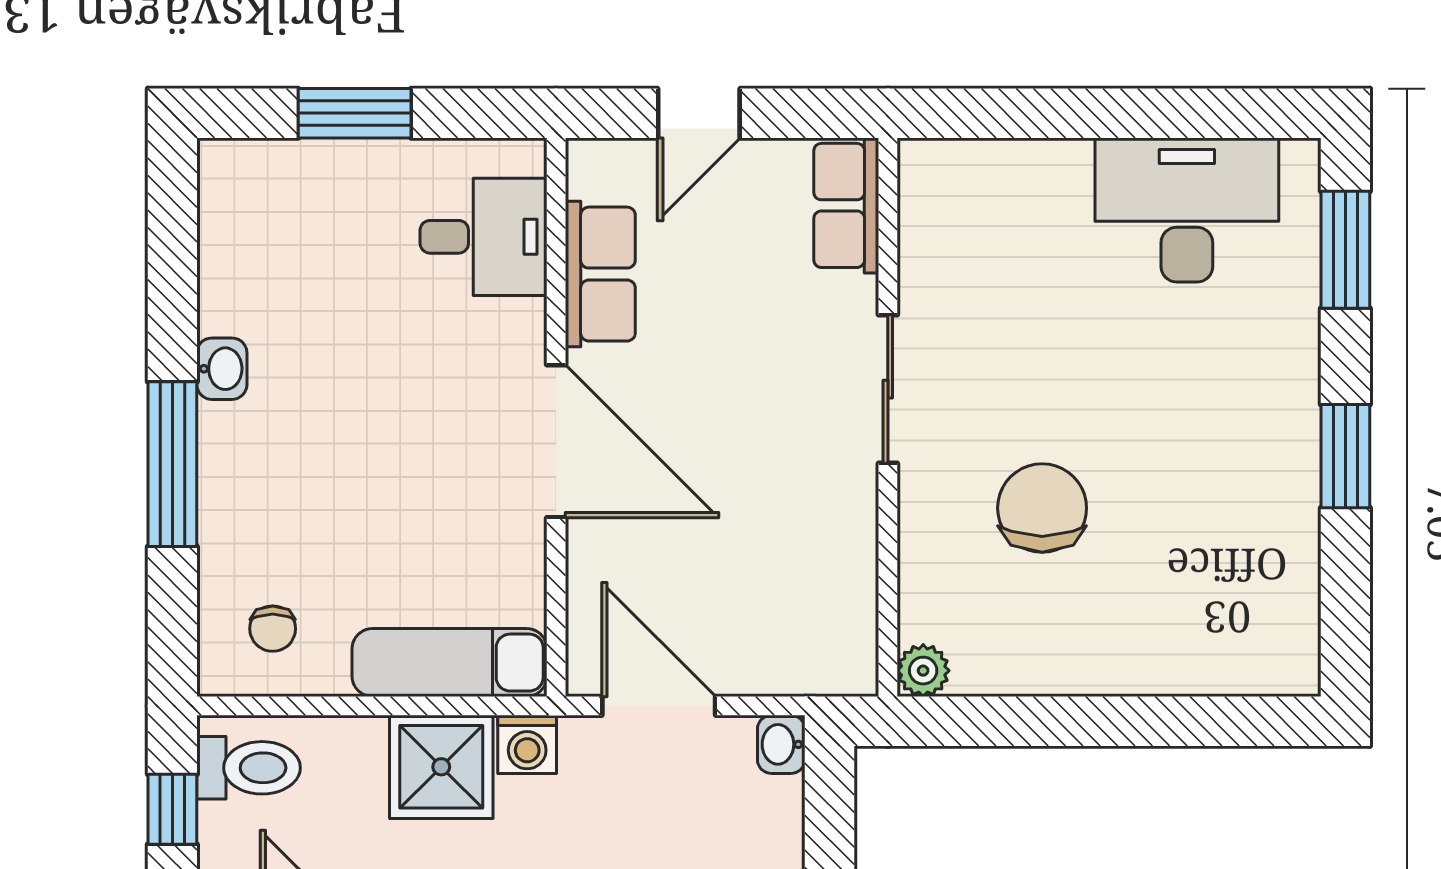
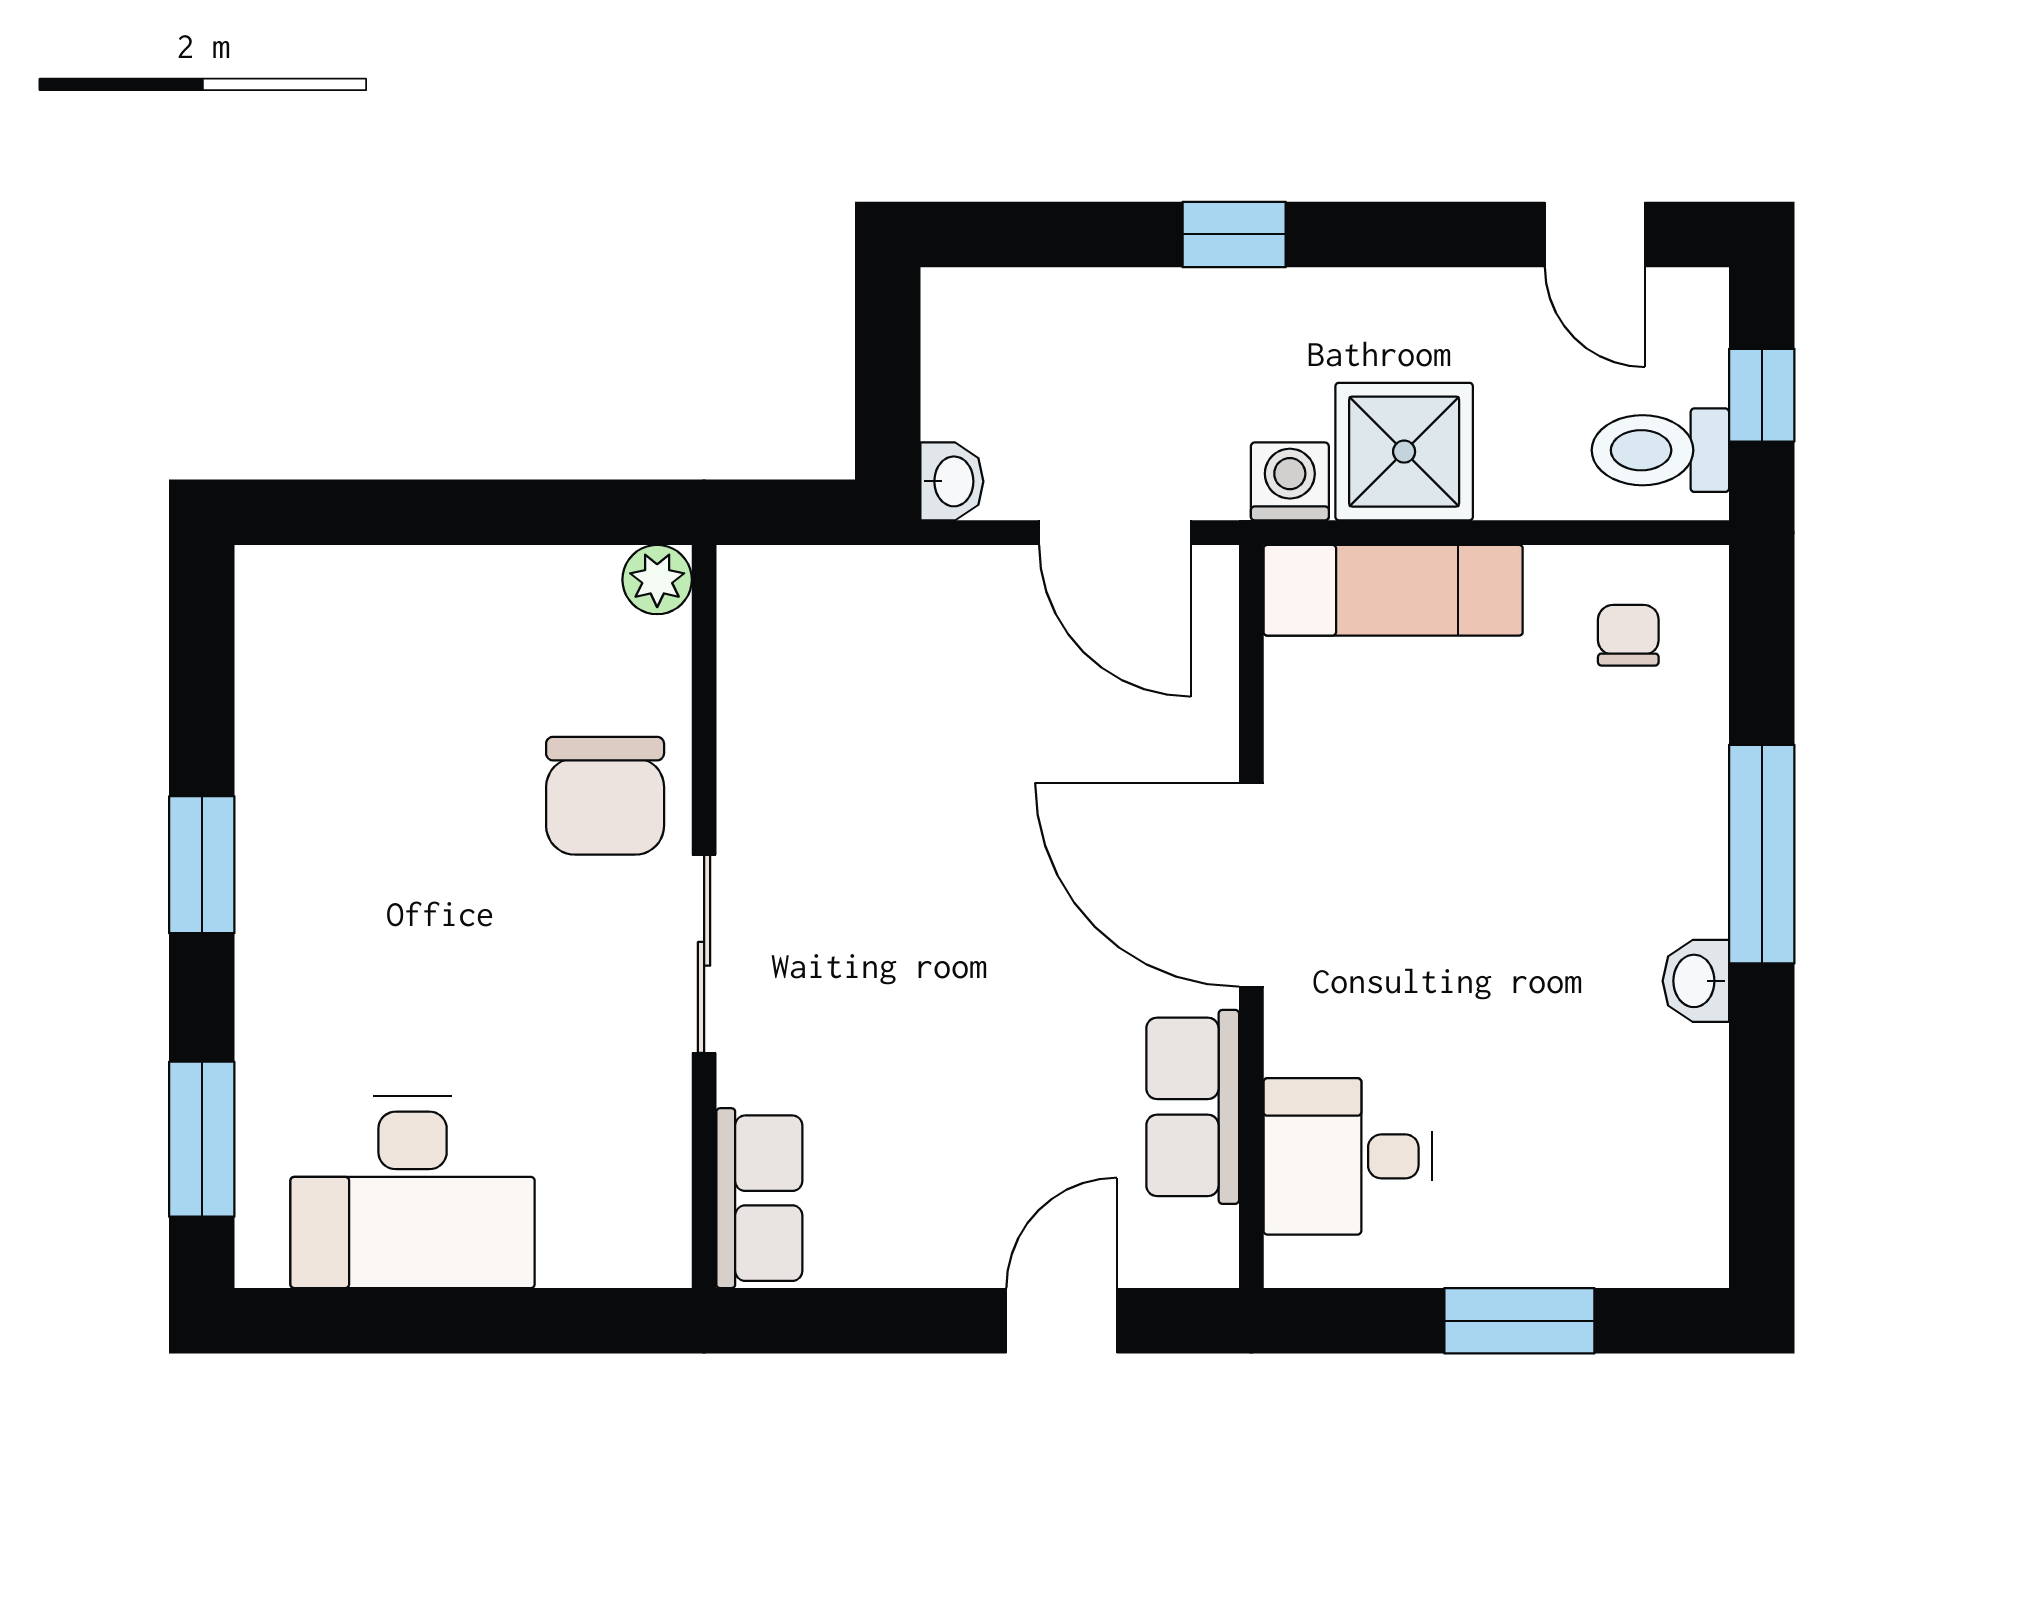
row of seats: (846, 205) -> (759, 1198), moved
sliding door: (888, 389) -> (704, 954), moved
wall: (888, 417) -> (704, 916), moved
plant: (923, 671) -> (657, 580), moved

